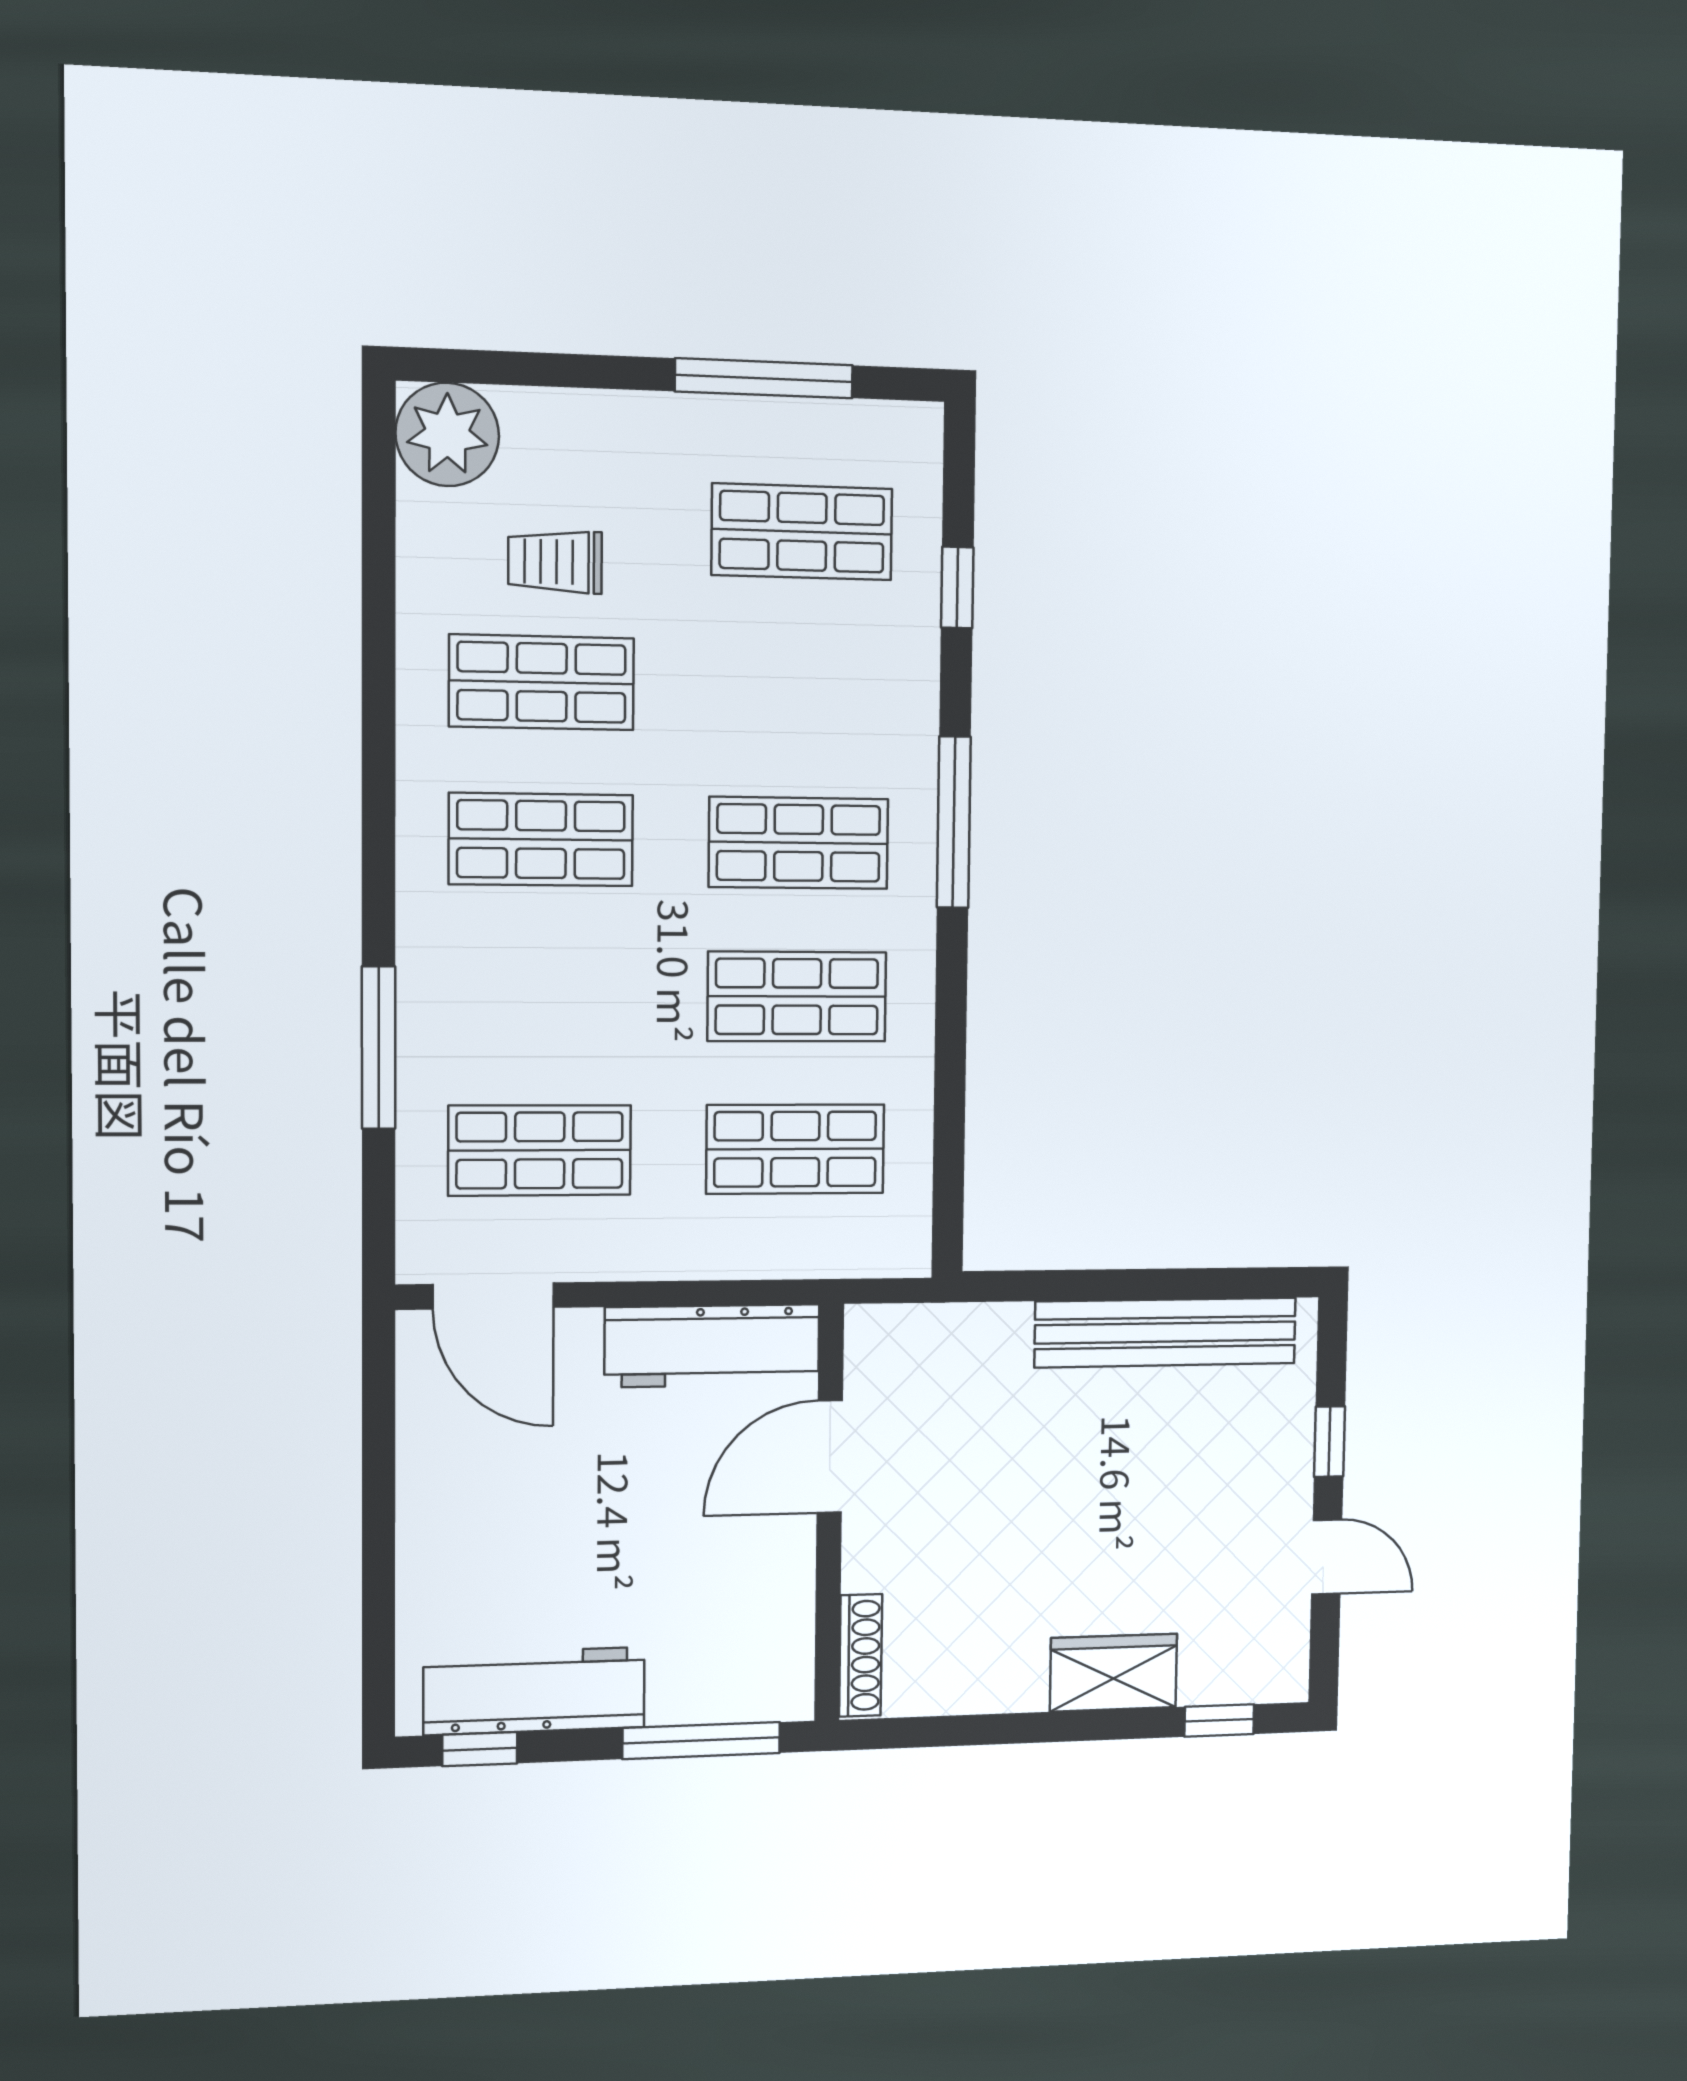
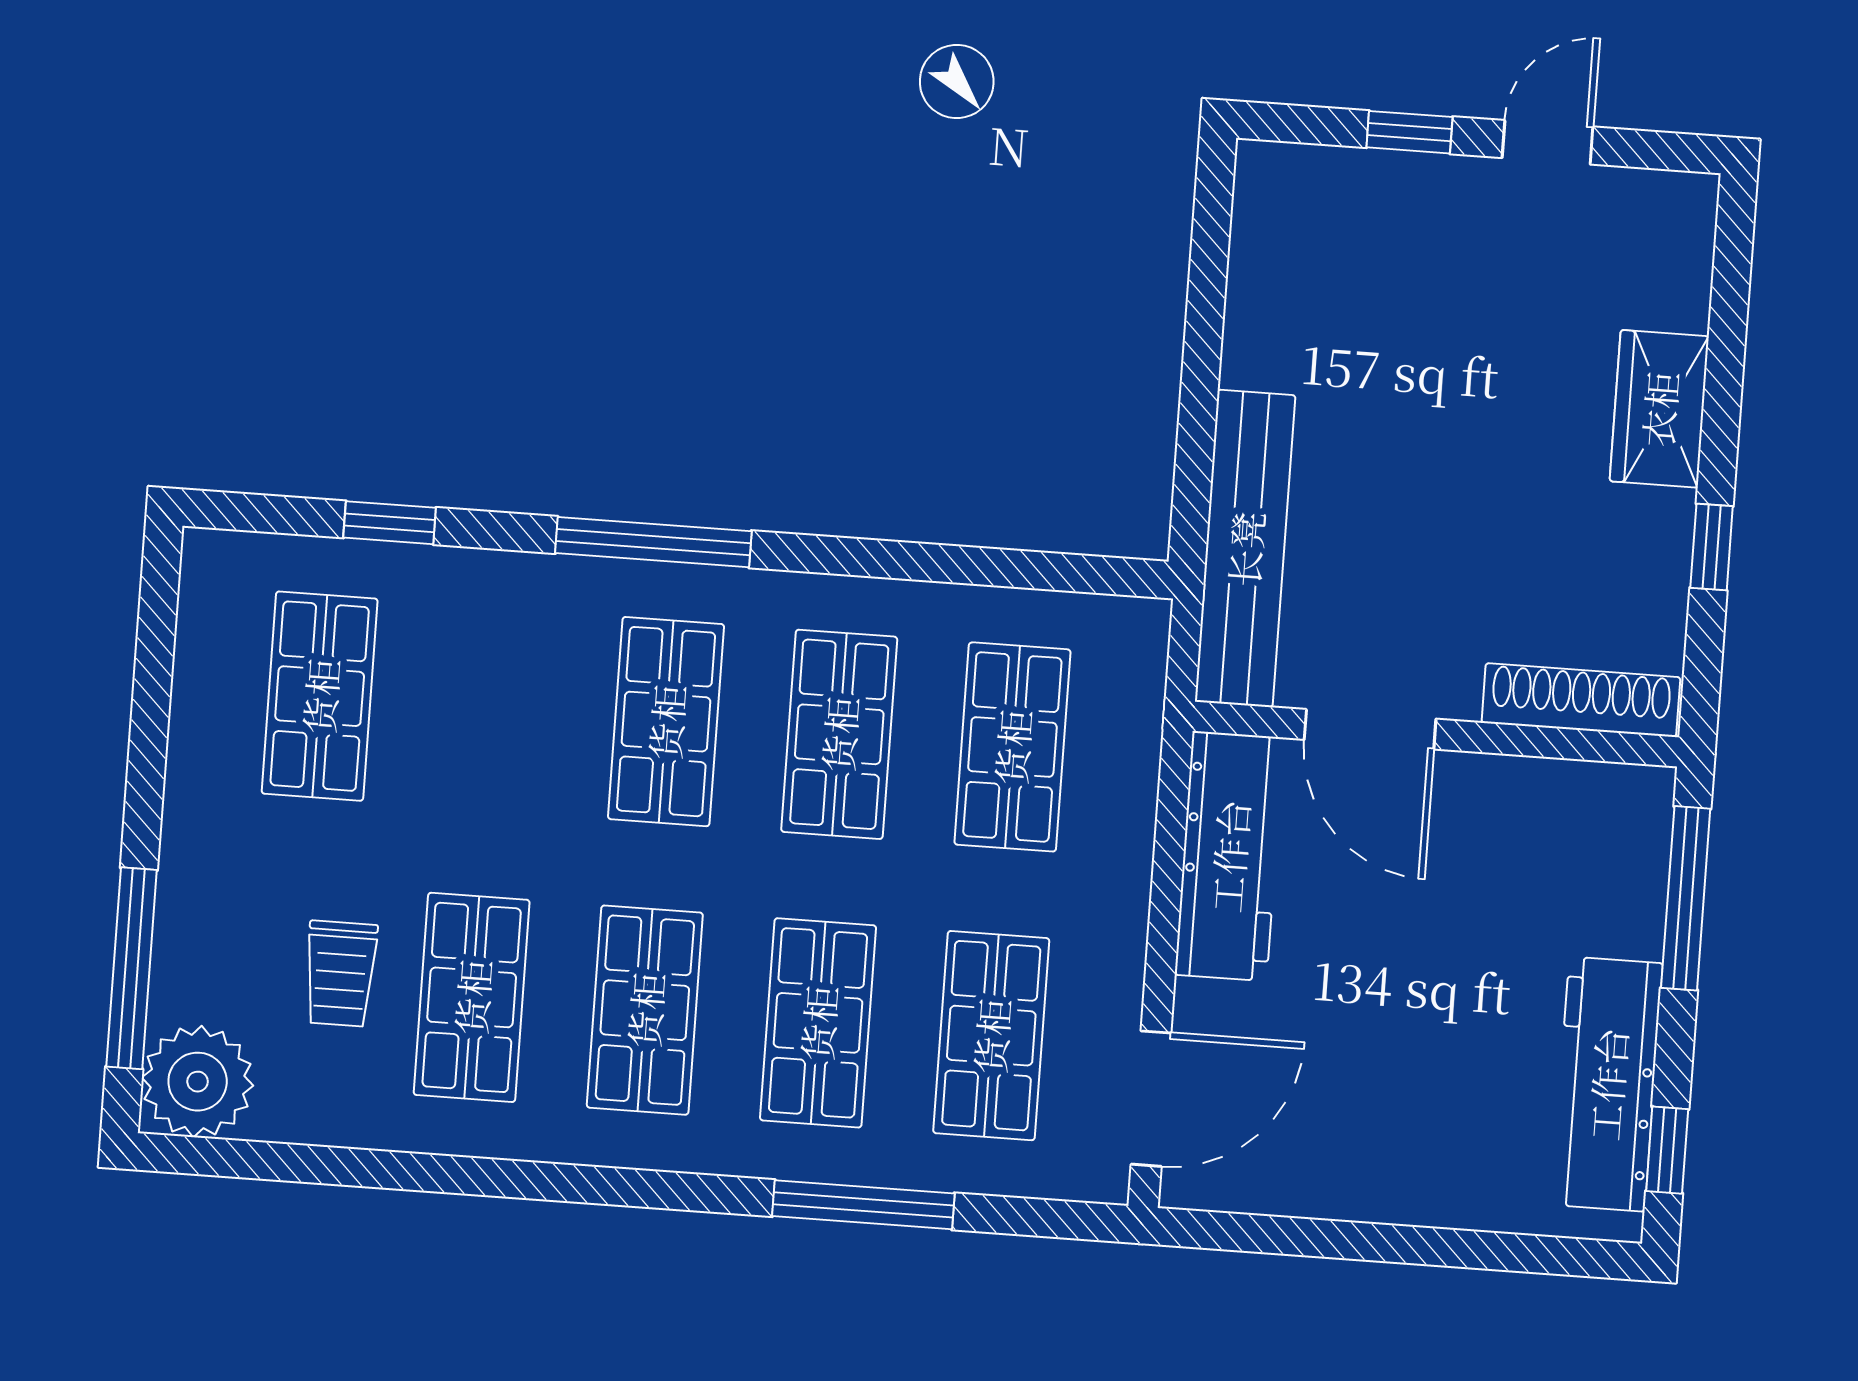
window: (764, 378) -> (132, 968), moved
shop shelf: (540, 996) -> (818, 1023), added
bench: (1166, 1332) -> (1245, 549), moved
shoe rack: (861, 1655) -> (1581, 700), width x1.36, depth x1.24
window: (1219, 1720) -> (1712, 547), moved

